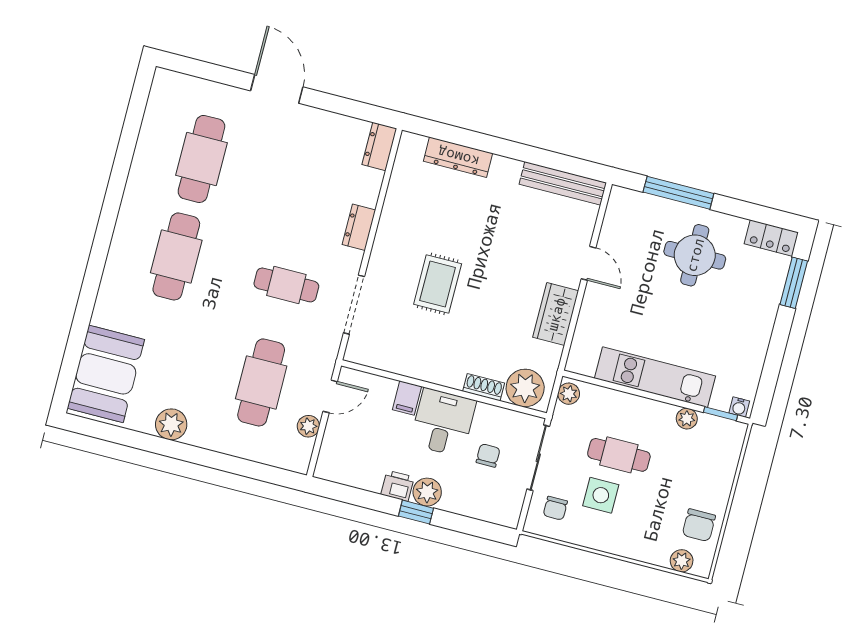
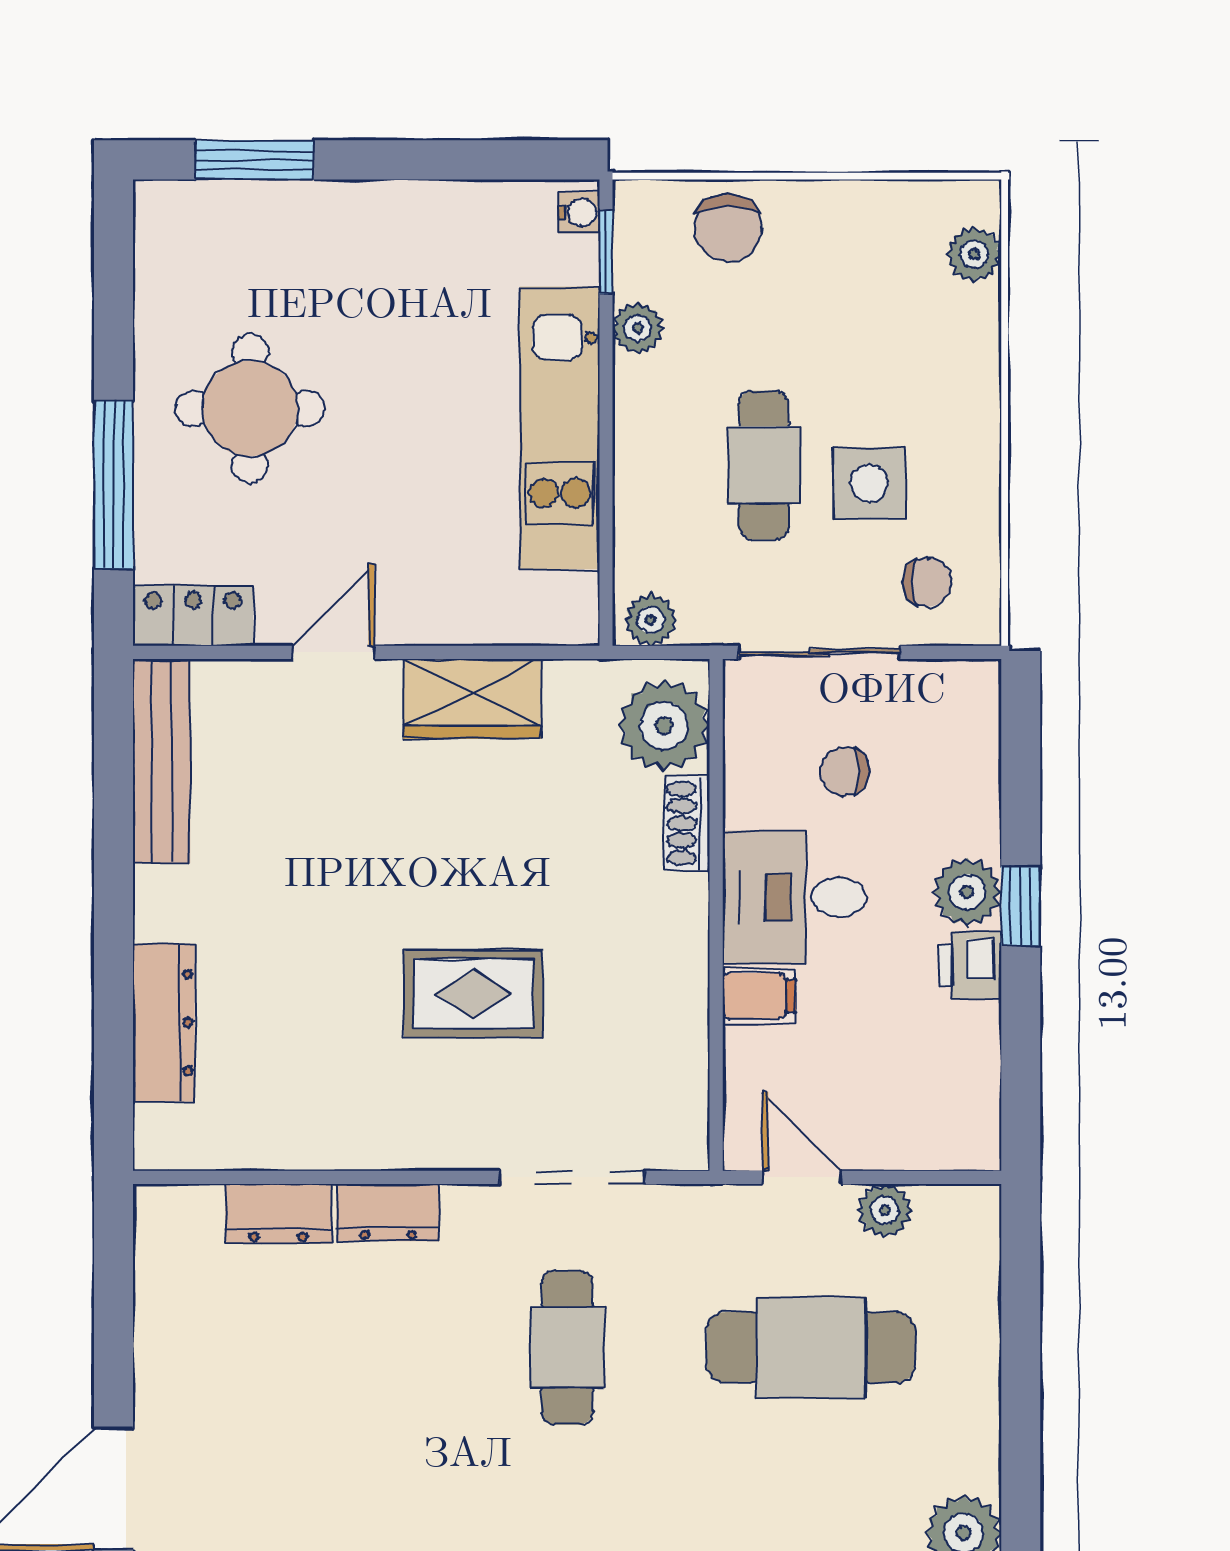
dresser: (379, 146) -> (279, 1214), moved
locker: (771, 238) -> (193, 616), moved, turned -90
chair: (699, 525) -> (728, 228), moved, turned 90

